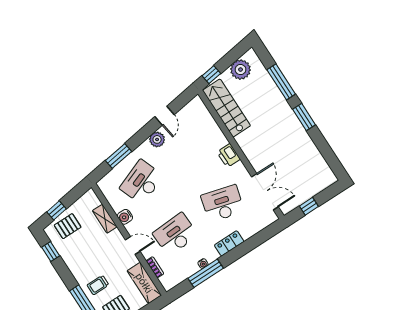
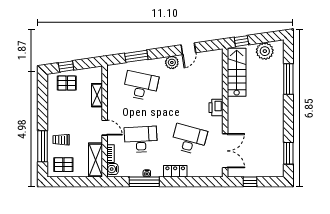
window: (304, 117) -> (288, 153), moved
desk: (142, 182) -> (141, 86), turned 33
water cooler: (125, 217) -> (113, 169), moved
window: (51, 252) -> (43, 93), removed

